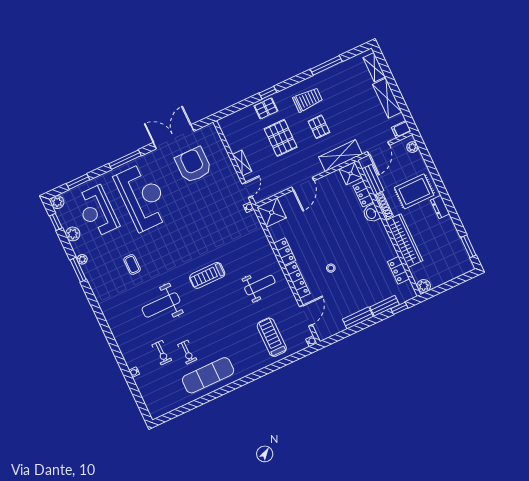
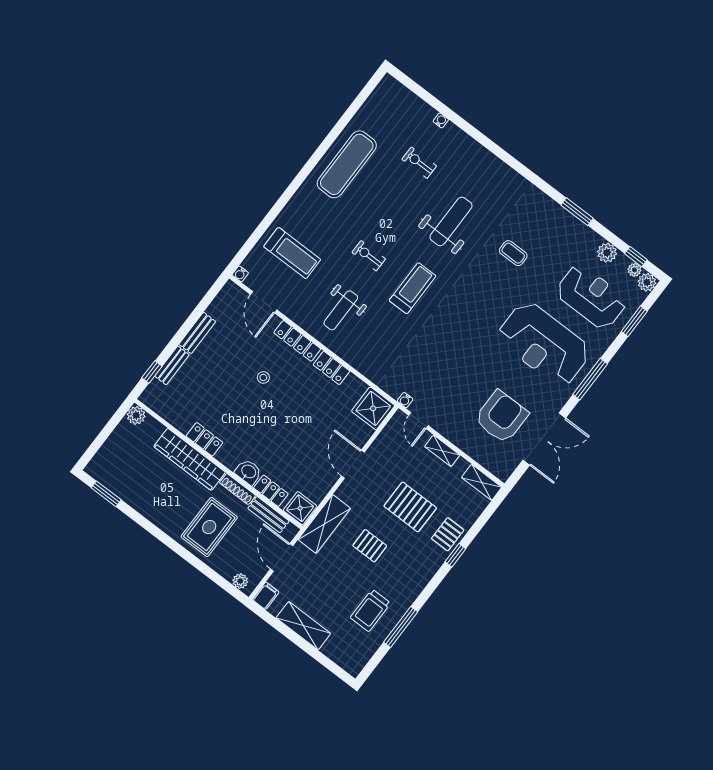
shelving: (374, 67) -> (482, 482), moved
trolley: (308, 100) -> (370, 610), moved
armchair: (193, 165) -> (501, 417), turned -90
dresser: (440, 207) -> (167, 524), removed
plant: (82, 259) -> (634, 270), moved
locker: (399, 270) -> (204, 439), moved
exercise bike: (187, 352) -> (369, 256), moved

